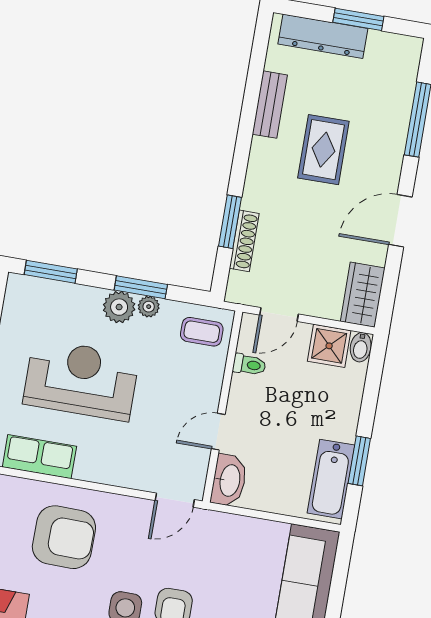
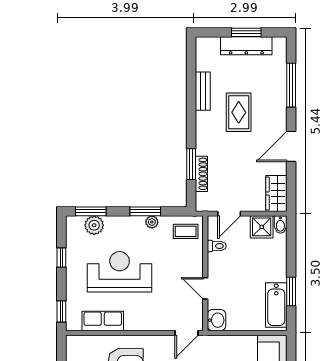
dresser: (323, 36) -> (246, 46), moved
plant: (119, 307) -> (94, 225), moved
door: (218, 432) -> (205, 288), hinge flipped
washbasin: (229, 480) -> (216, 320), width x0.72

